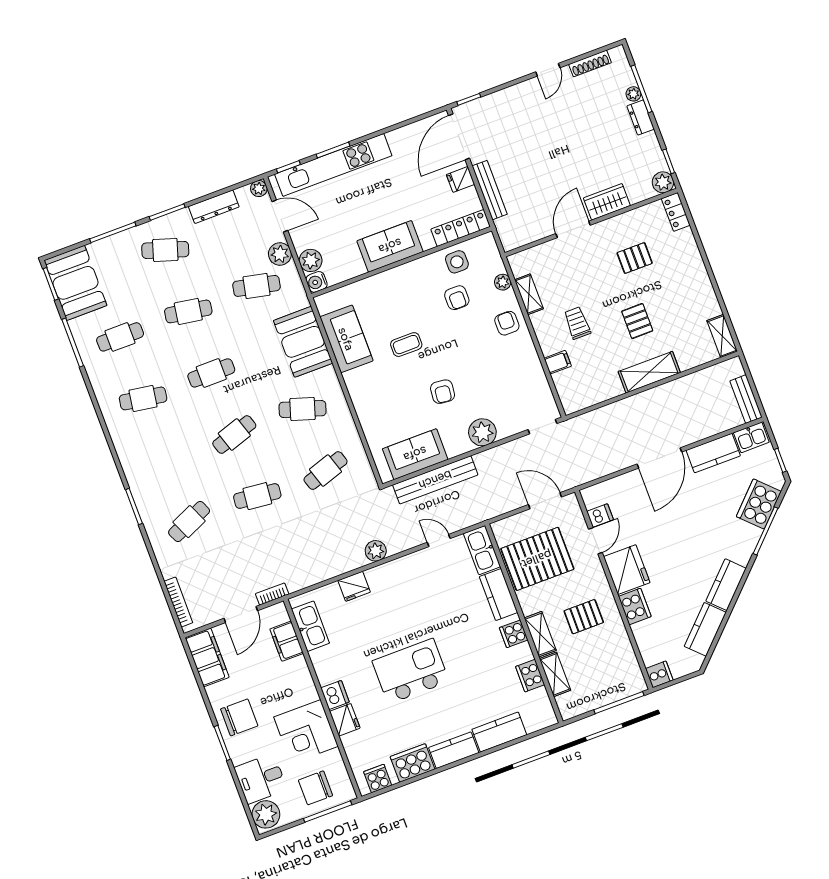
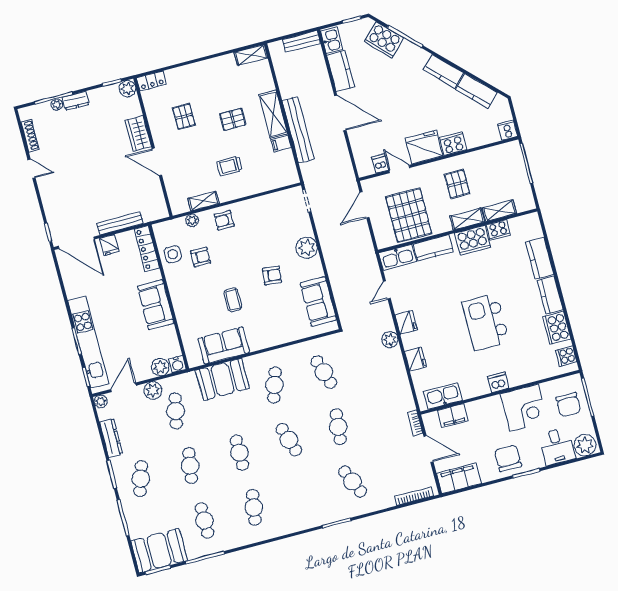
filing cabinet: (558, 362) -> (281, 144), moved, turned -90
bench: (435, 480) -> (298, 130), moved
cooker: (514, 634) -> (473, 240), width x1.87, depth x1.31
fridge: (345, 720) -> (406, 322), moved, turned 90

